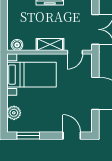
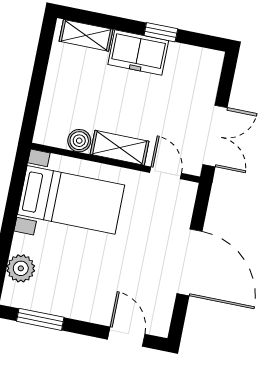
boiler: (17, 45) -> (79, 141), moved
door: (75, 52) -> (166, 173), swing flipped

